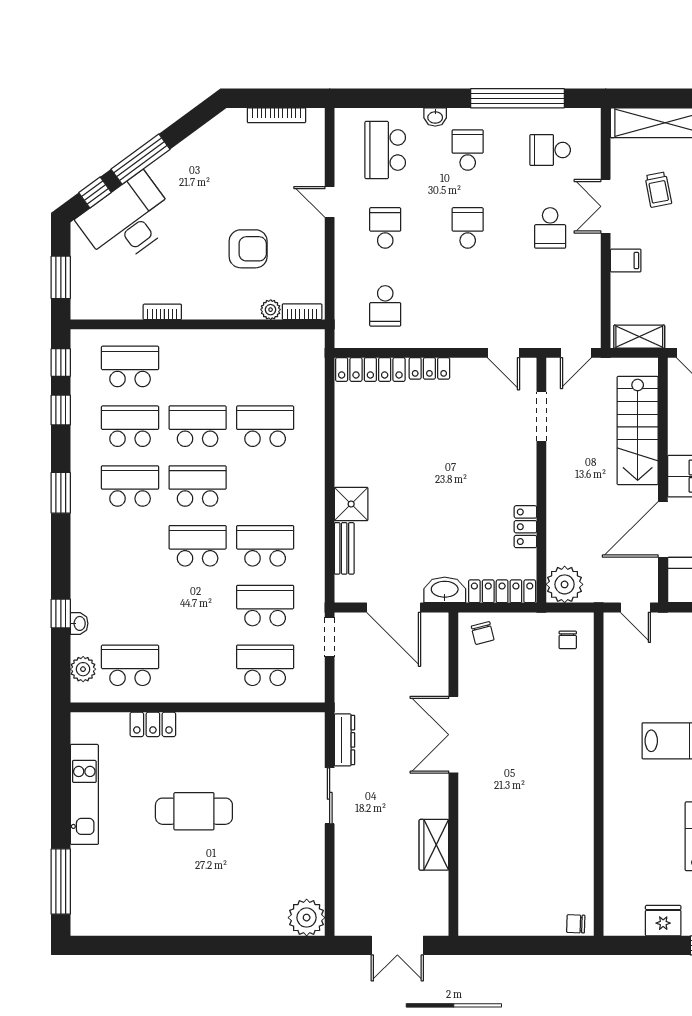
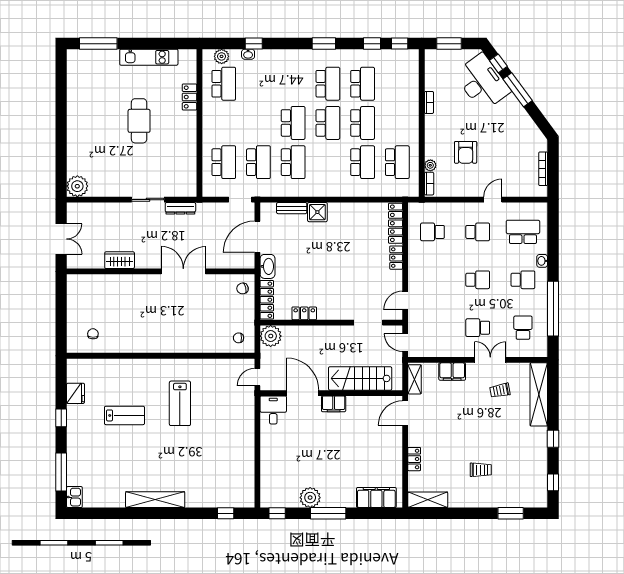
filing cabinet: (626, 260) -> (452, 372), width x2.00
school desk: (130, 366) -> (397, 162), moved
chair: (576, 924) -> (93, 334), moved
double door: (397, 945) -> (61, 239), swing flipped

